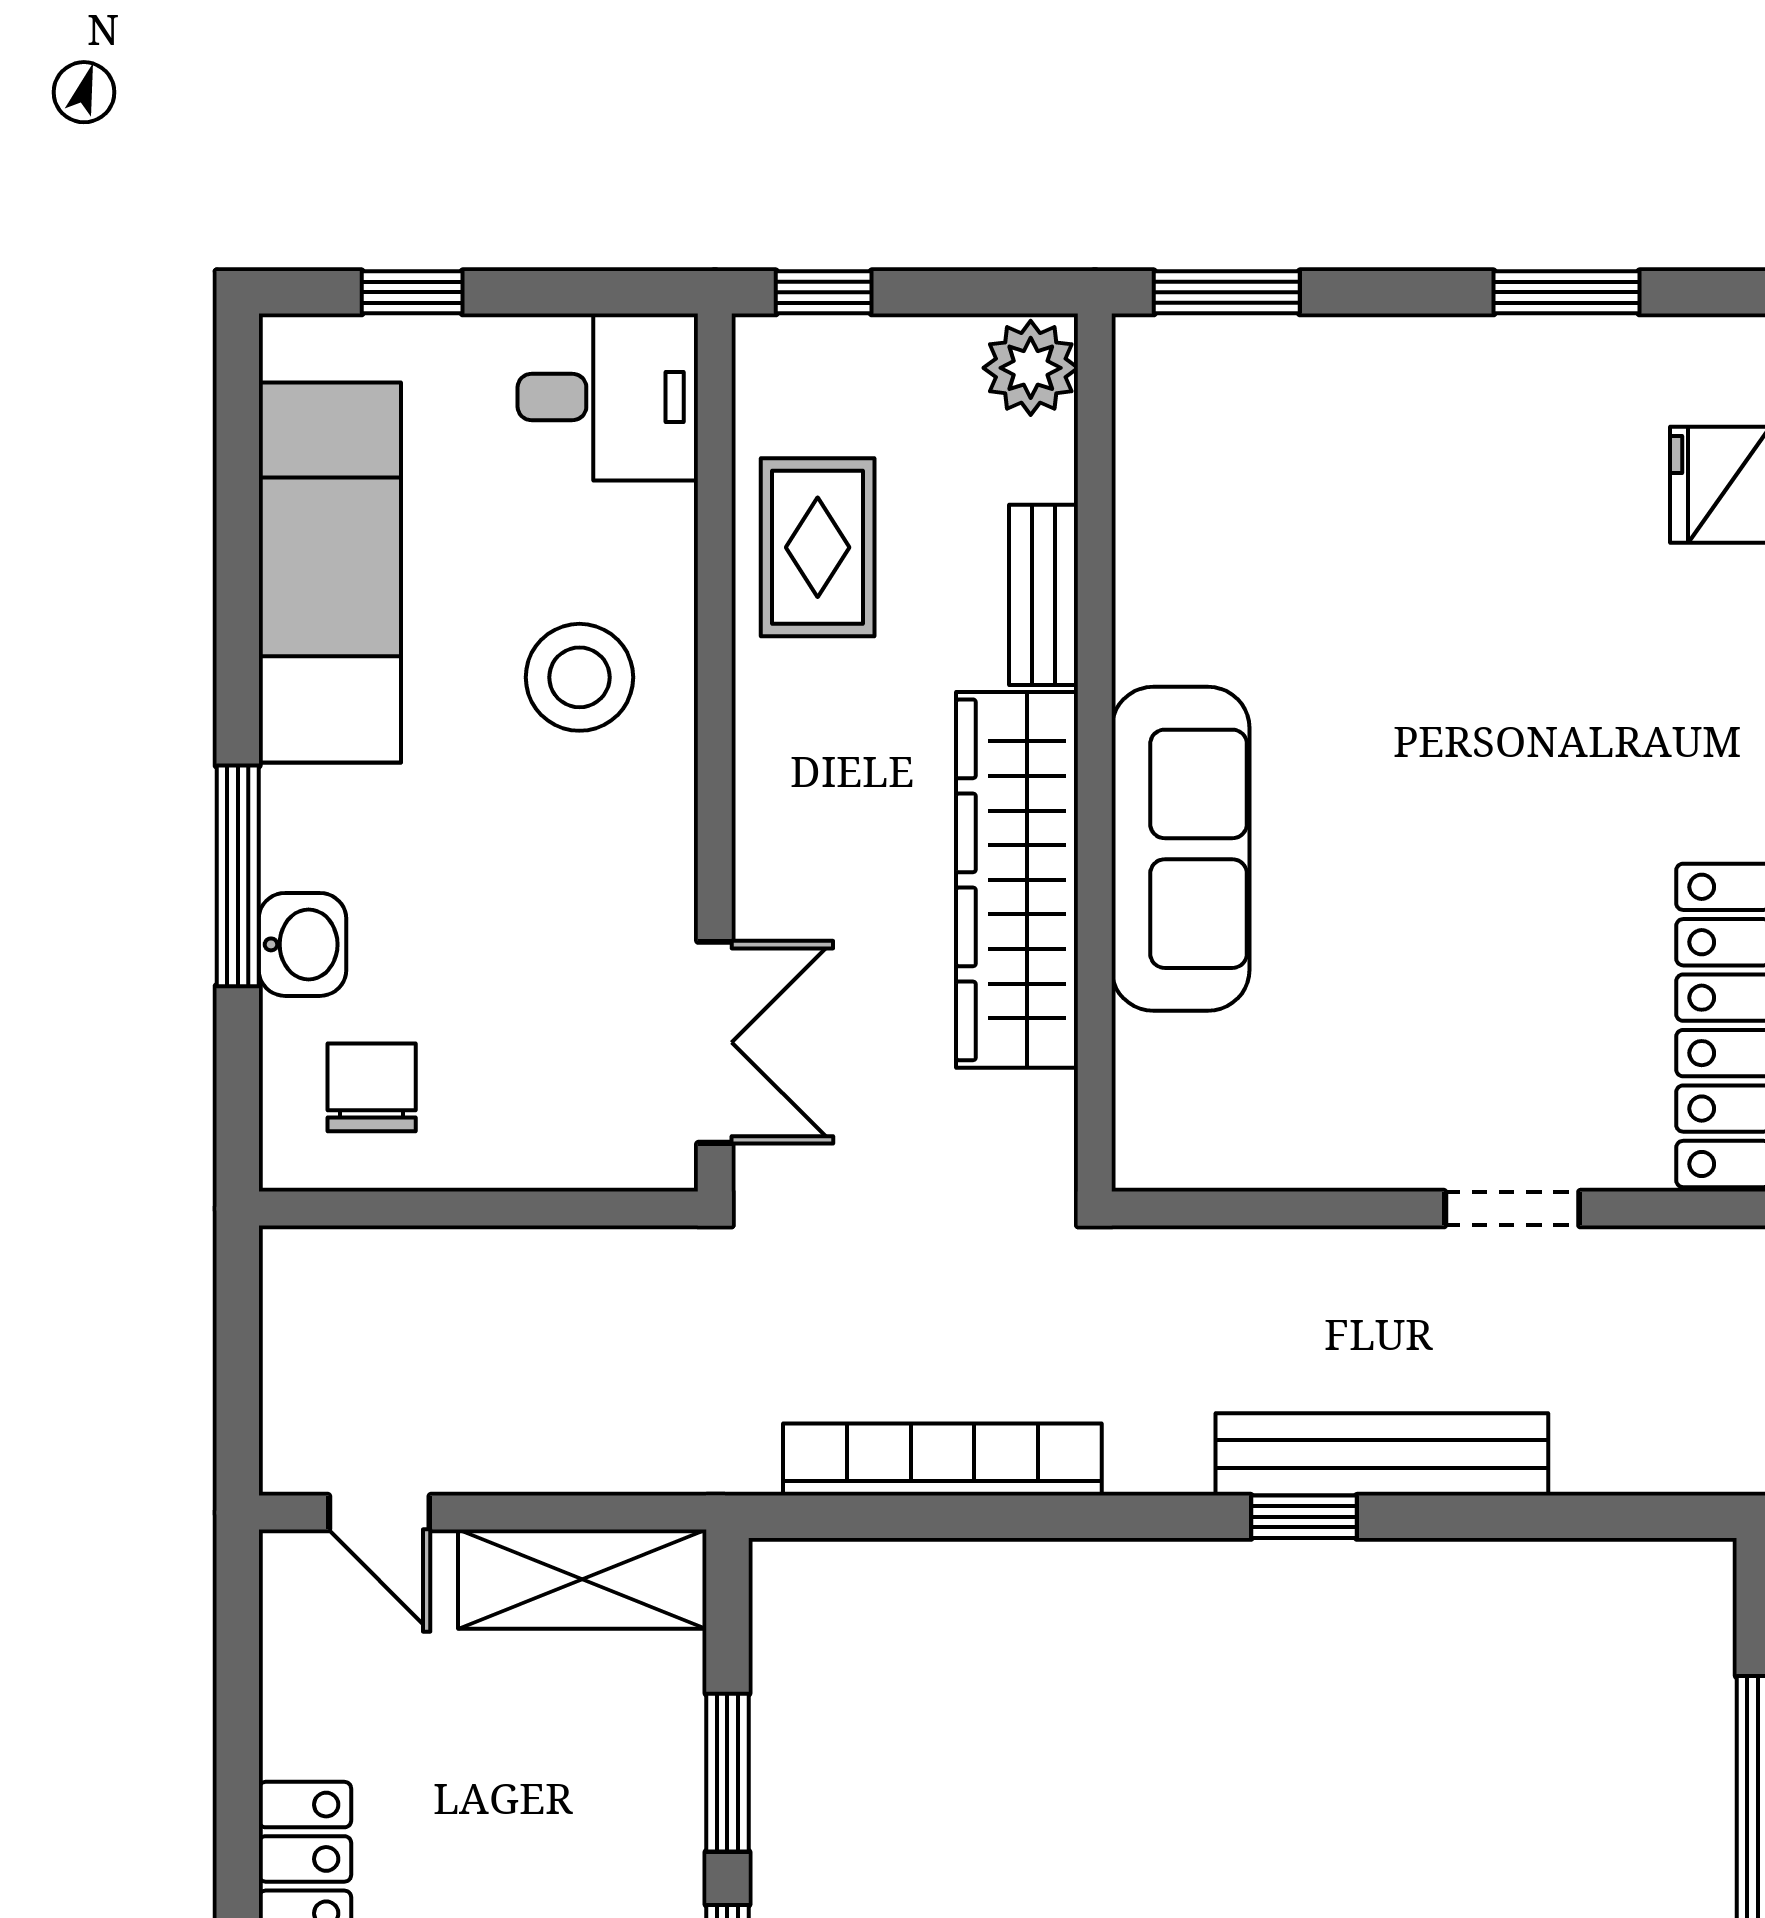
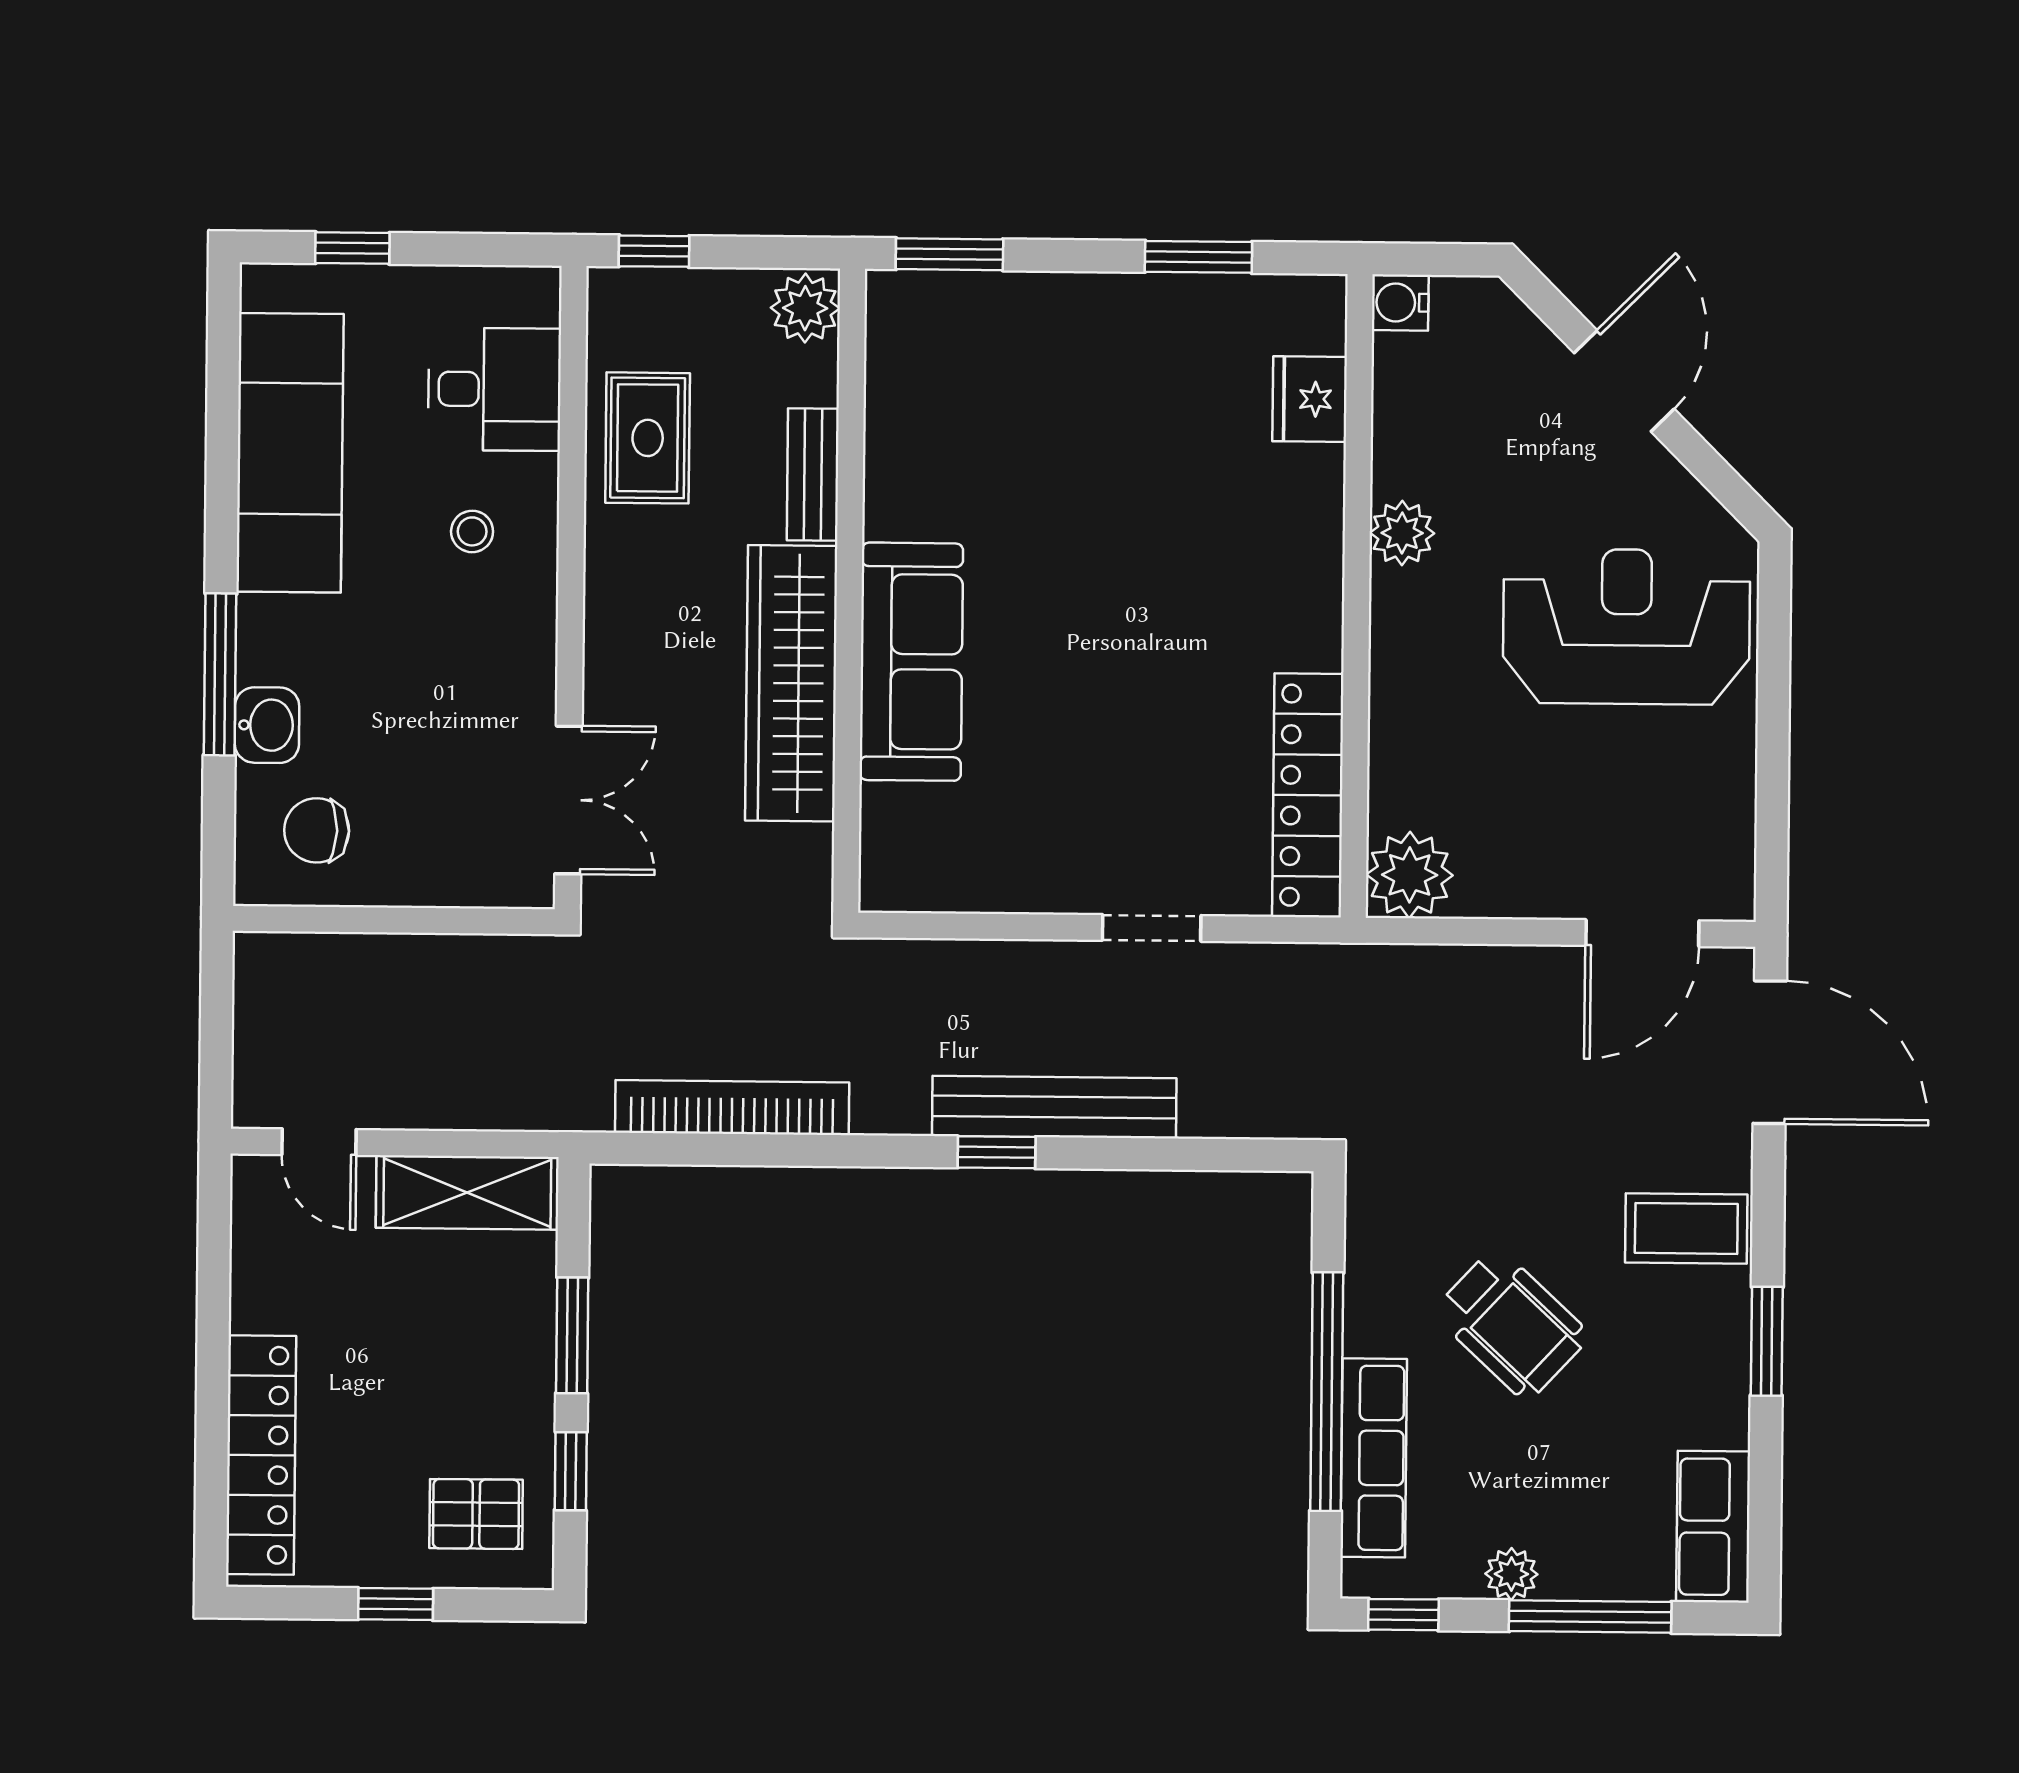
desk: (608, 397) -> (494, 389), moved
stool: (579, 677) -> (472, 531), width x0.53, depth x0.53
chair: (372, 1087) -> (317, 830), turned -89

